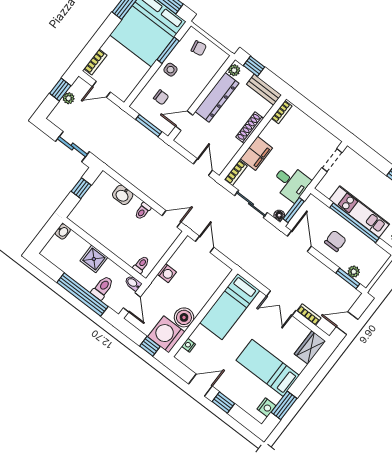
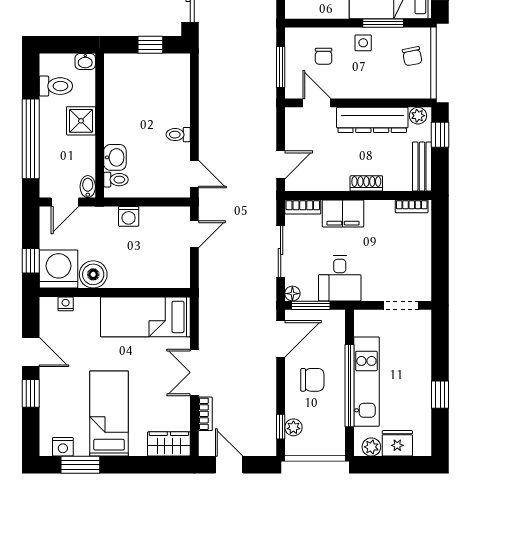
shoe rack: (250, 128) -> (366, 183), width x0.70
washbasin: (123, 195) -> (115, 157), moved, turned 180
window: (348, 278) -> (281, 427), width x0.67
toilet: (102, 288) -> (56, 86), moved

